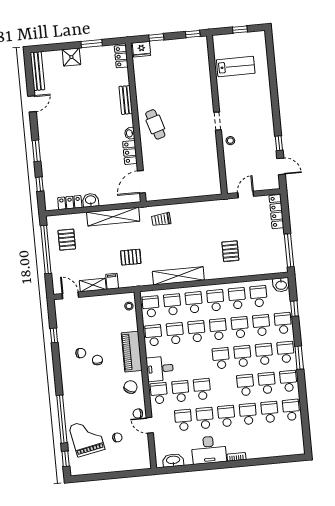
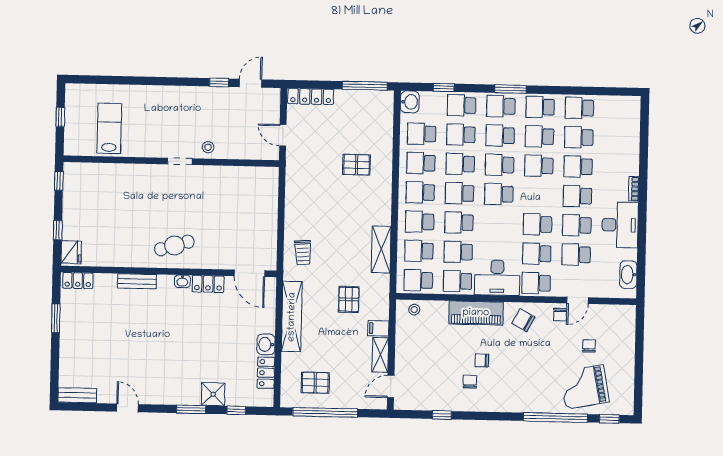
shower: (71, 57) -> (213, 394), moved
bench: (37, 71) -> (77, 395), width x0.73
shelving: (178, 276) -> (381, 249), width x0.68
desk: (160, 369) -> (497, 278), width x1.37

